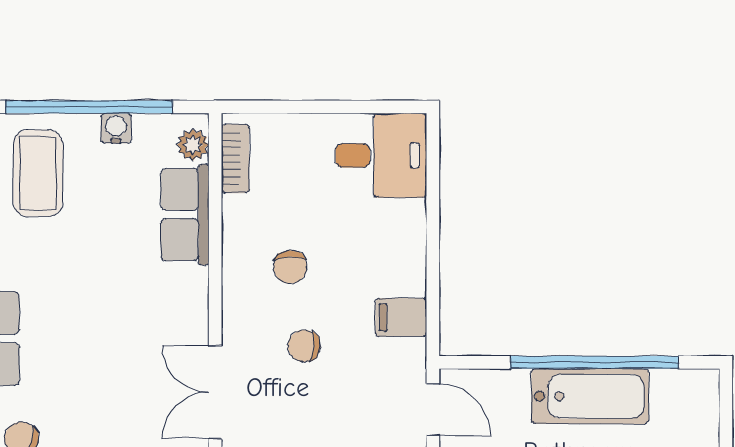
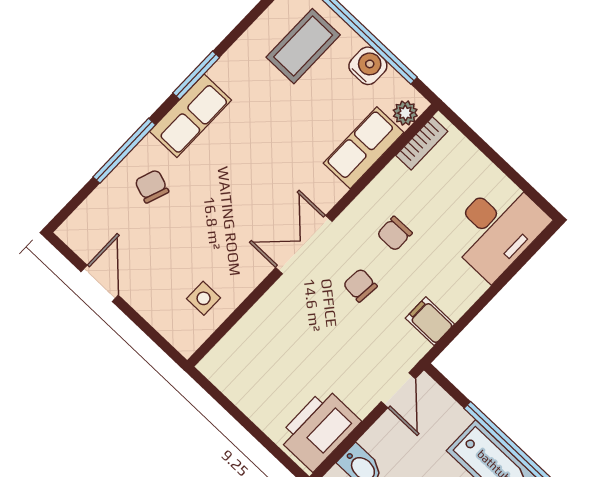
water cooler: (116, 128) -> (368, 66), width x1.38, depth x1.38
desk: (381, 155) -> (497, 228), width x1.37
double door: (215, 392) -> (304, 245), moved

